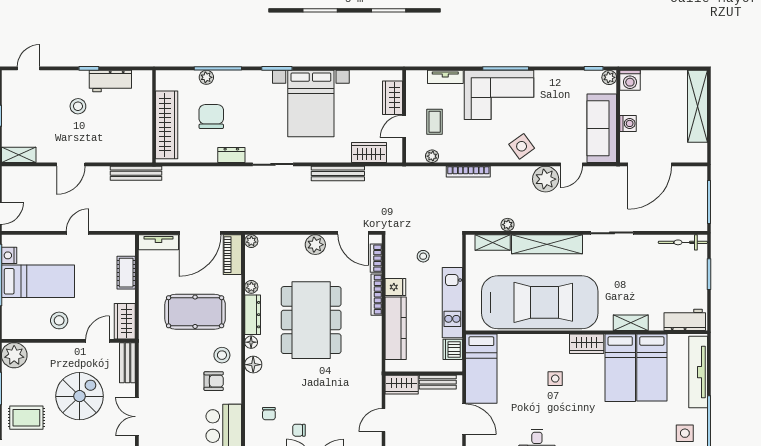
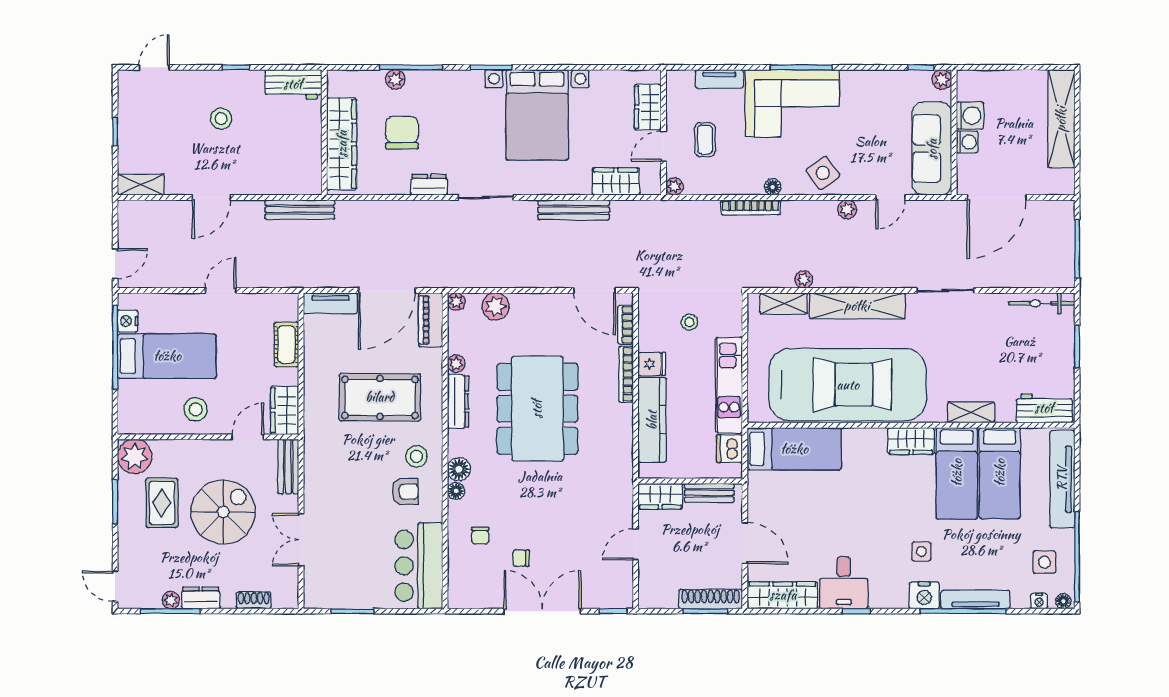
washing machine: (630, 80) -> (970, 116), moved, turned -90
workbench: (110, 81) -> (293, 84), moved
plant: (432, 156) -> (675, 186), moved
floor lamp: (485, 157) -> (773, 187), added
plant: (546, 179) -> (847, 209), width x0.53, depth x0.53
plant: (315, 245) -> (495, 306), moved
floor lamp: (251, 342) -> (456, 491), moved
bed: (481, 369) -> (794, 449), moved, turned -90
side table: (555, 379) -> (921, 552), moved
rug: (26, 418) -> (162, 503), moved, turned 90

